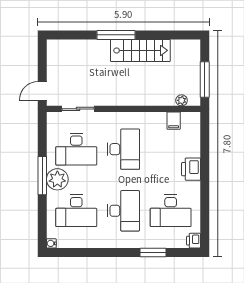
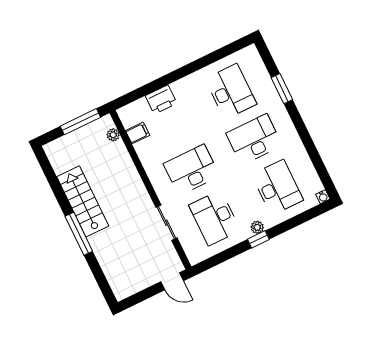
sliding door: (78, 109) -> (166, 223), moved
desk: (76, 149) -> (215, 218), turned 180
printer: (191, 169) -> (161, 100), moved
window: (42, 176) -> (258, 239), width x0.46
plant: (57, 179) -> (257, 227), width x0.53, depth x0.53
printer: (194, 241) -> (250, 53), removed

